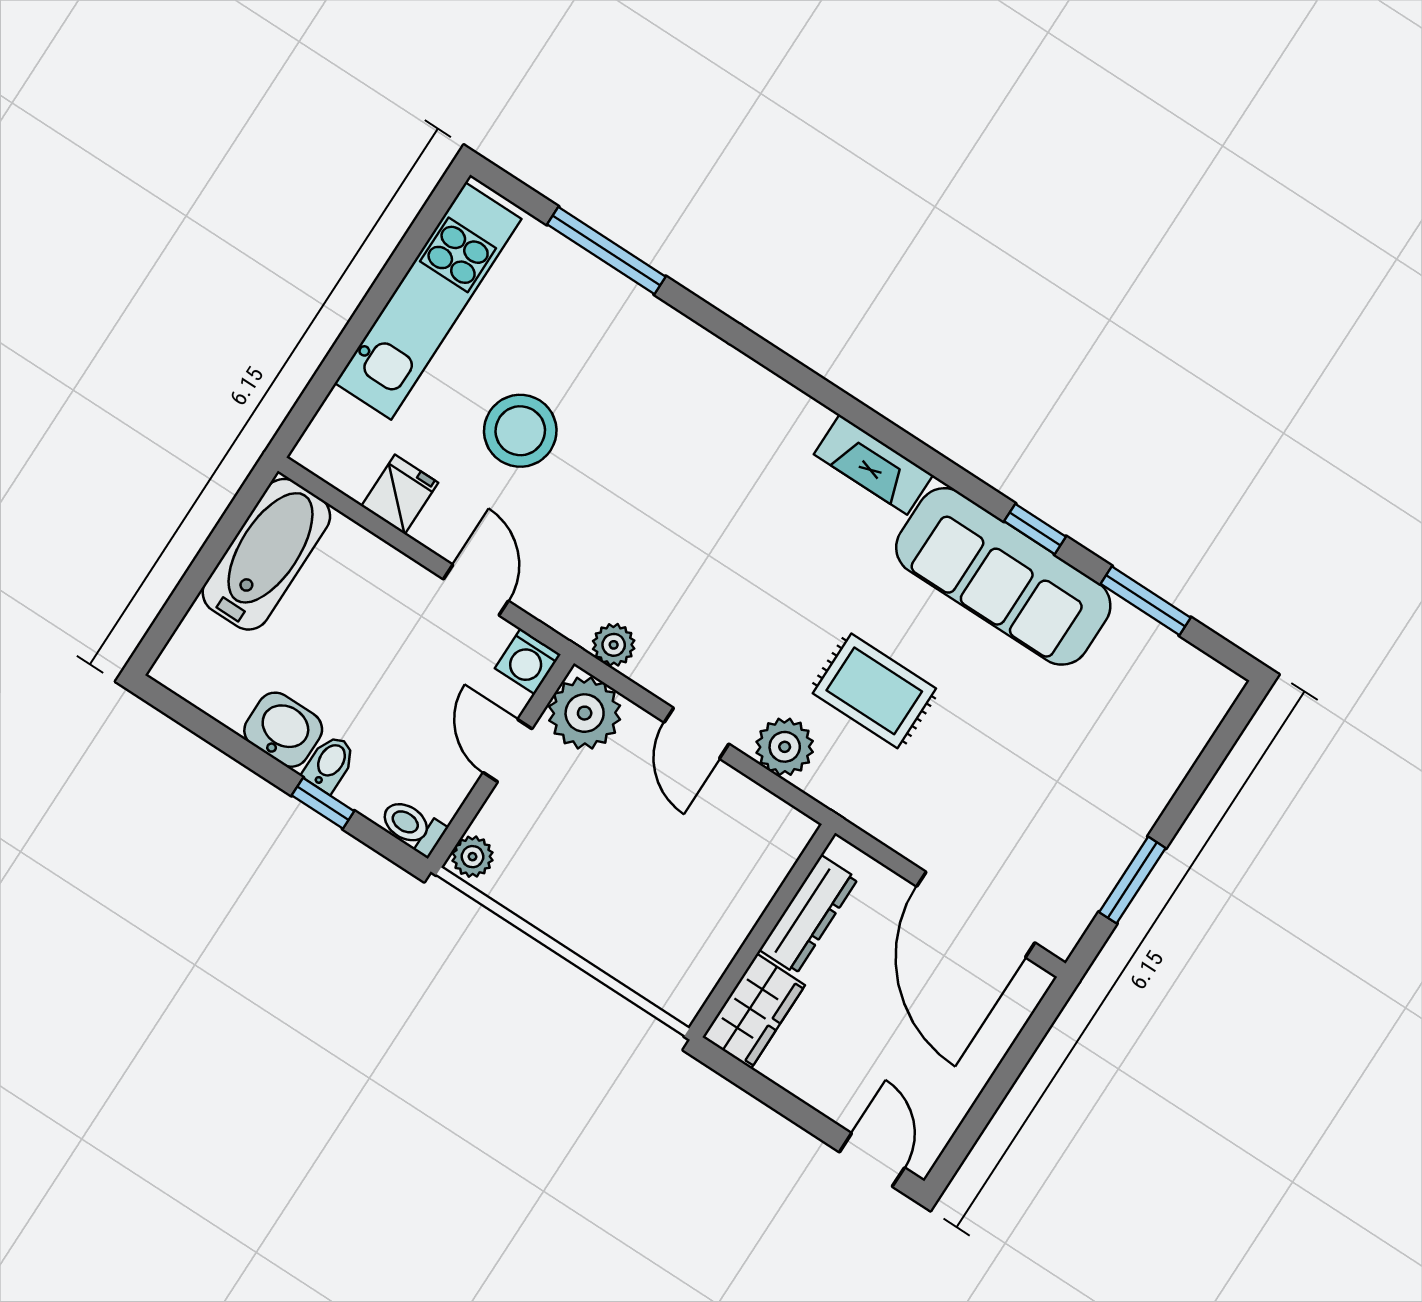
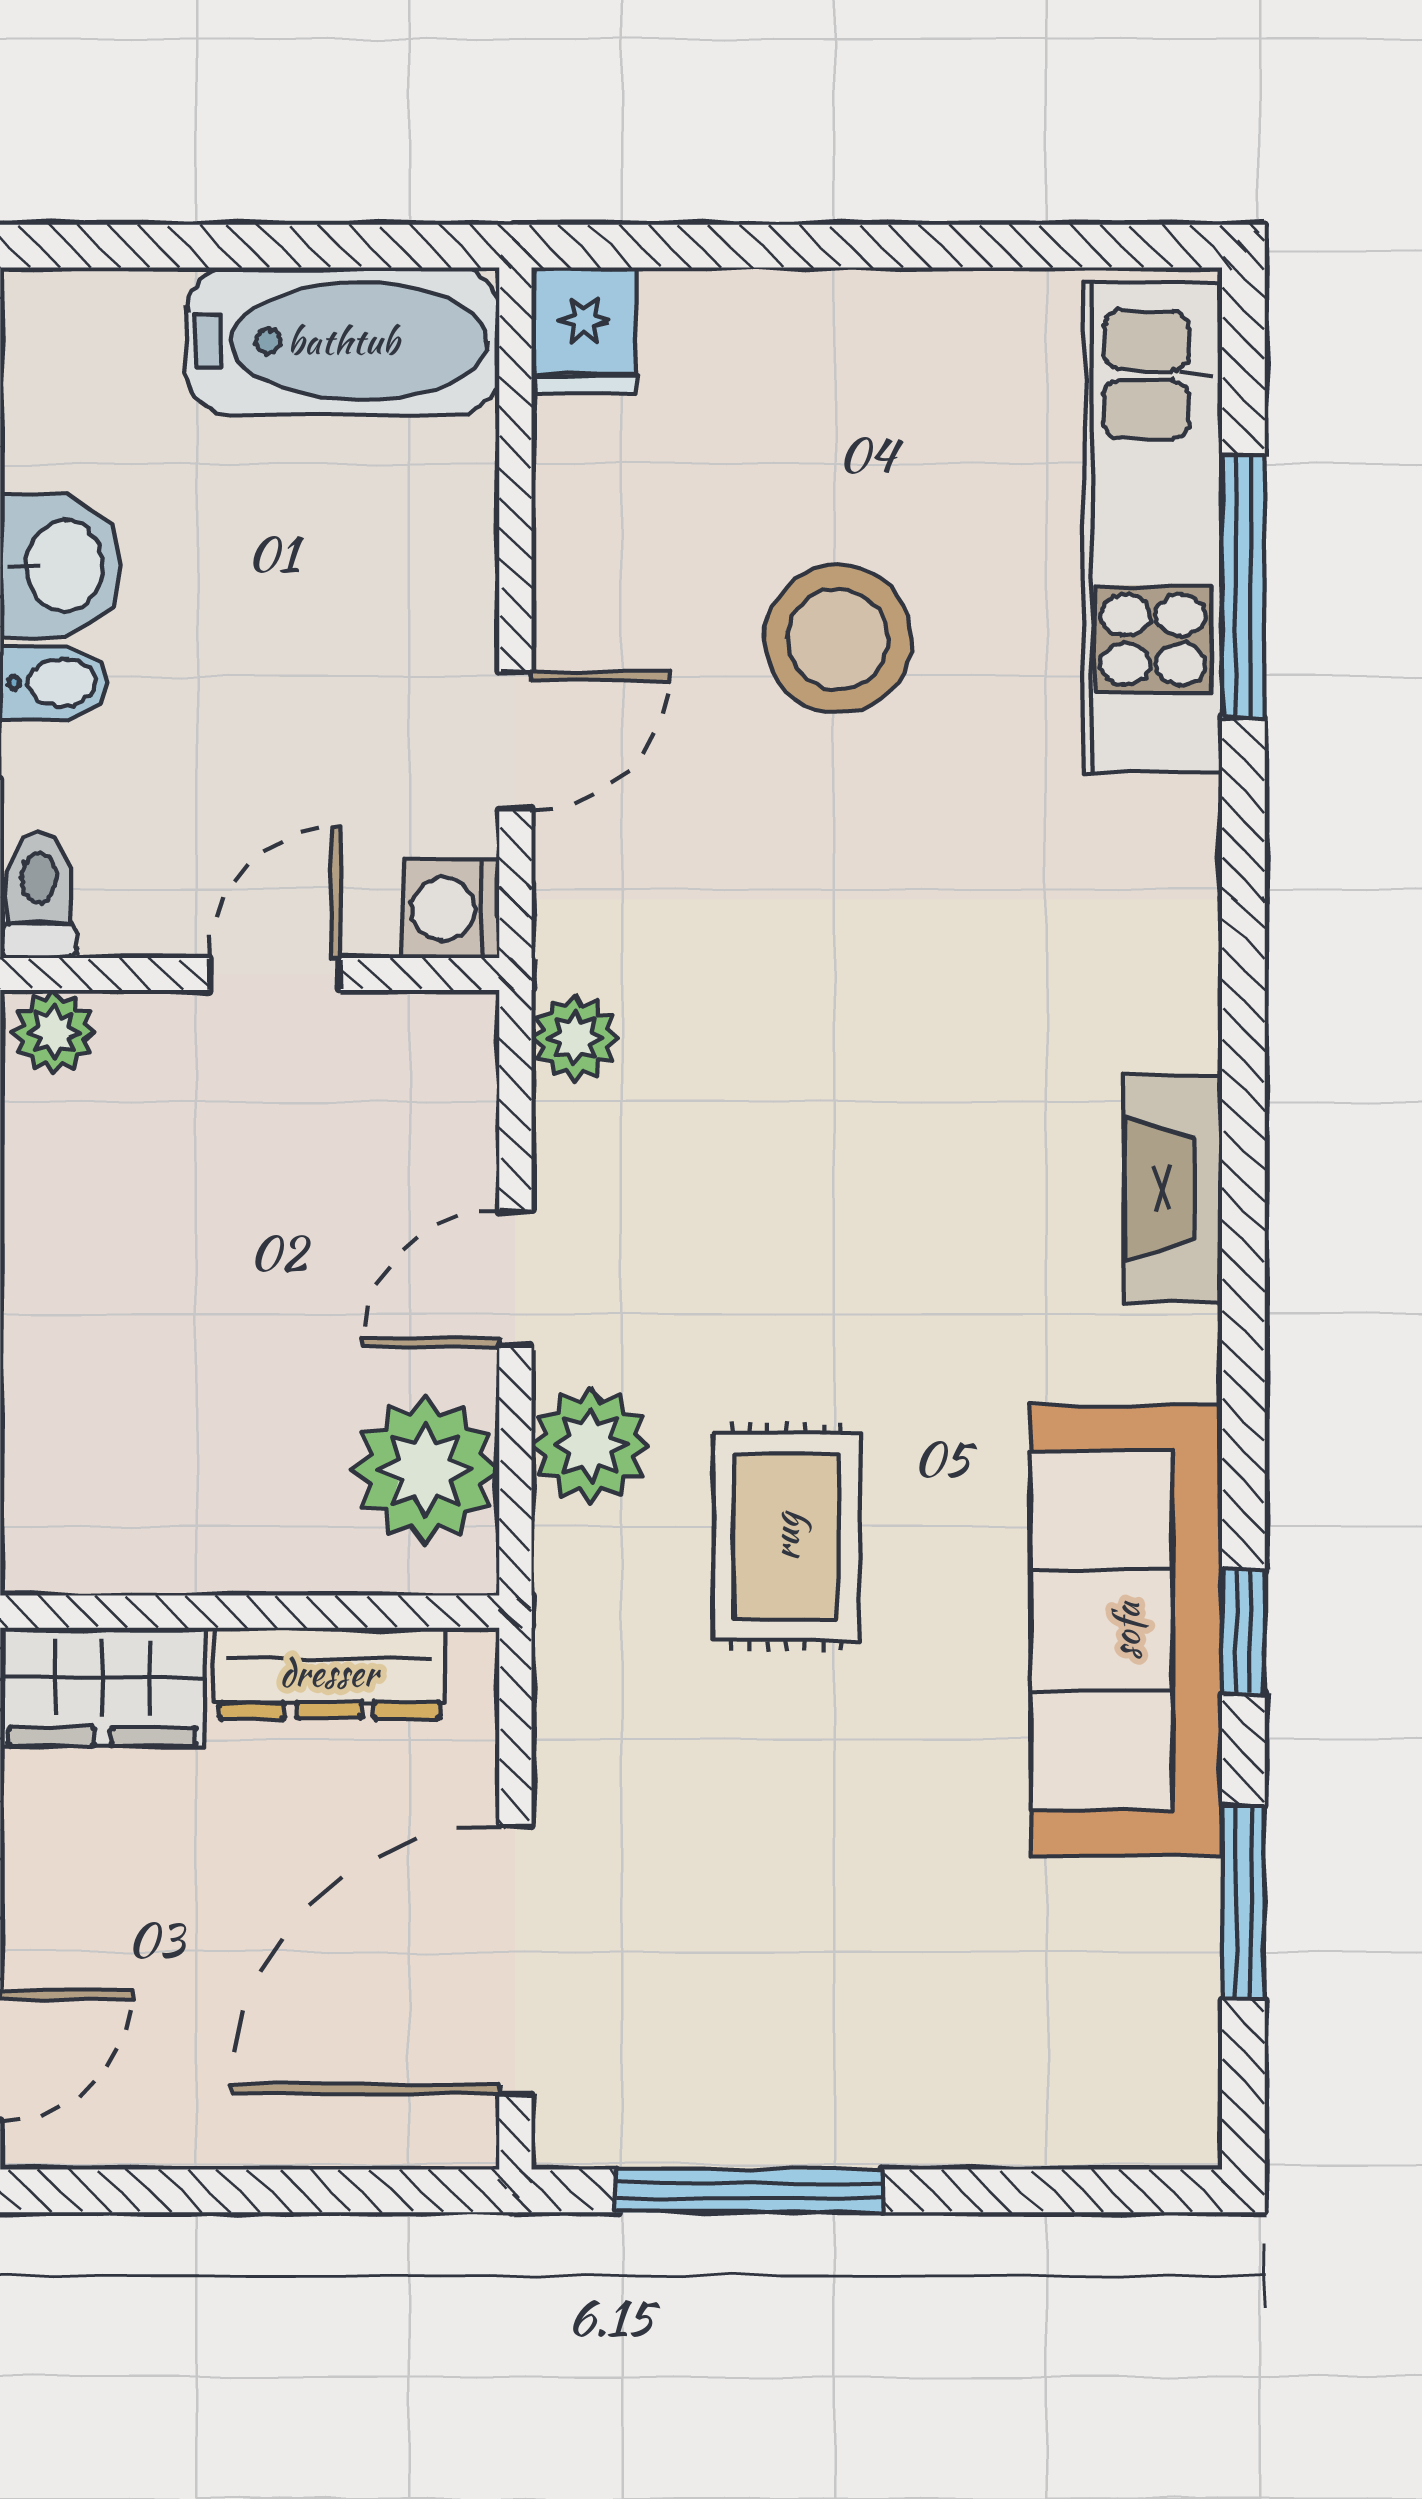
kitchen unit: (428, 301) -> (1153, 527), moved, turned 90
fireplace: (873, 465) -> (1173, 1189), moved
fridge: (400, 494) -> (584, 331), moved, turned 90
plant: (585, 713) -> (425, 1470), moved
window: (1132, 880) -> (749, 2191), width x1.44

